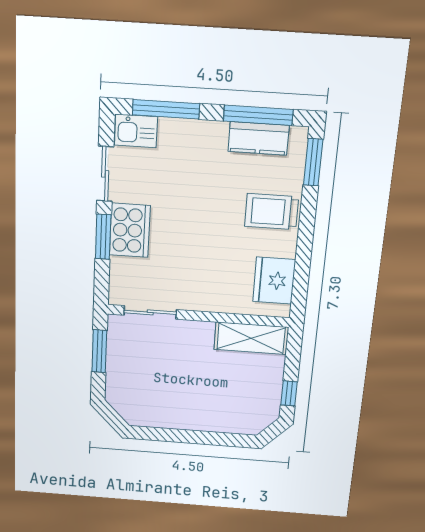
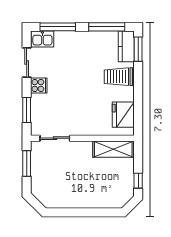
kitchen counter: (259, 138) -> (126, 46), moved, turned 90
cooker: (130, 230) -> (39, 86), width x0.53, depth x0.76
window: (103, 237) -> (27, 110), moved

